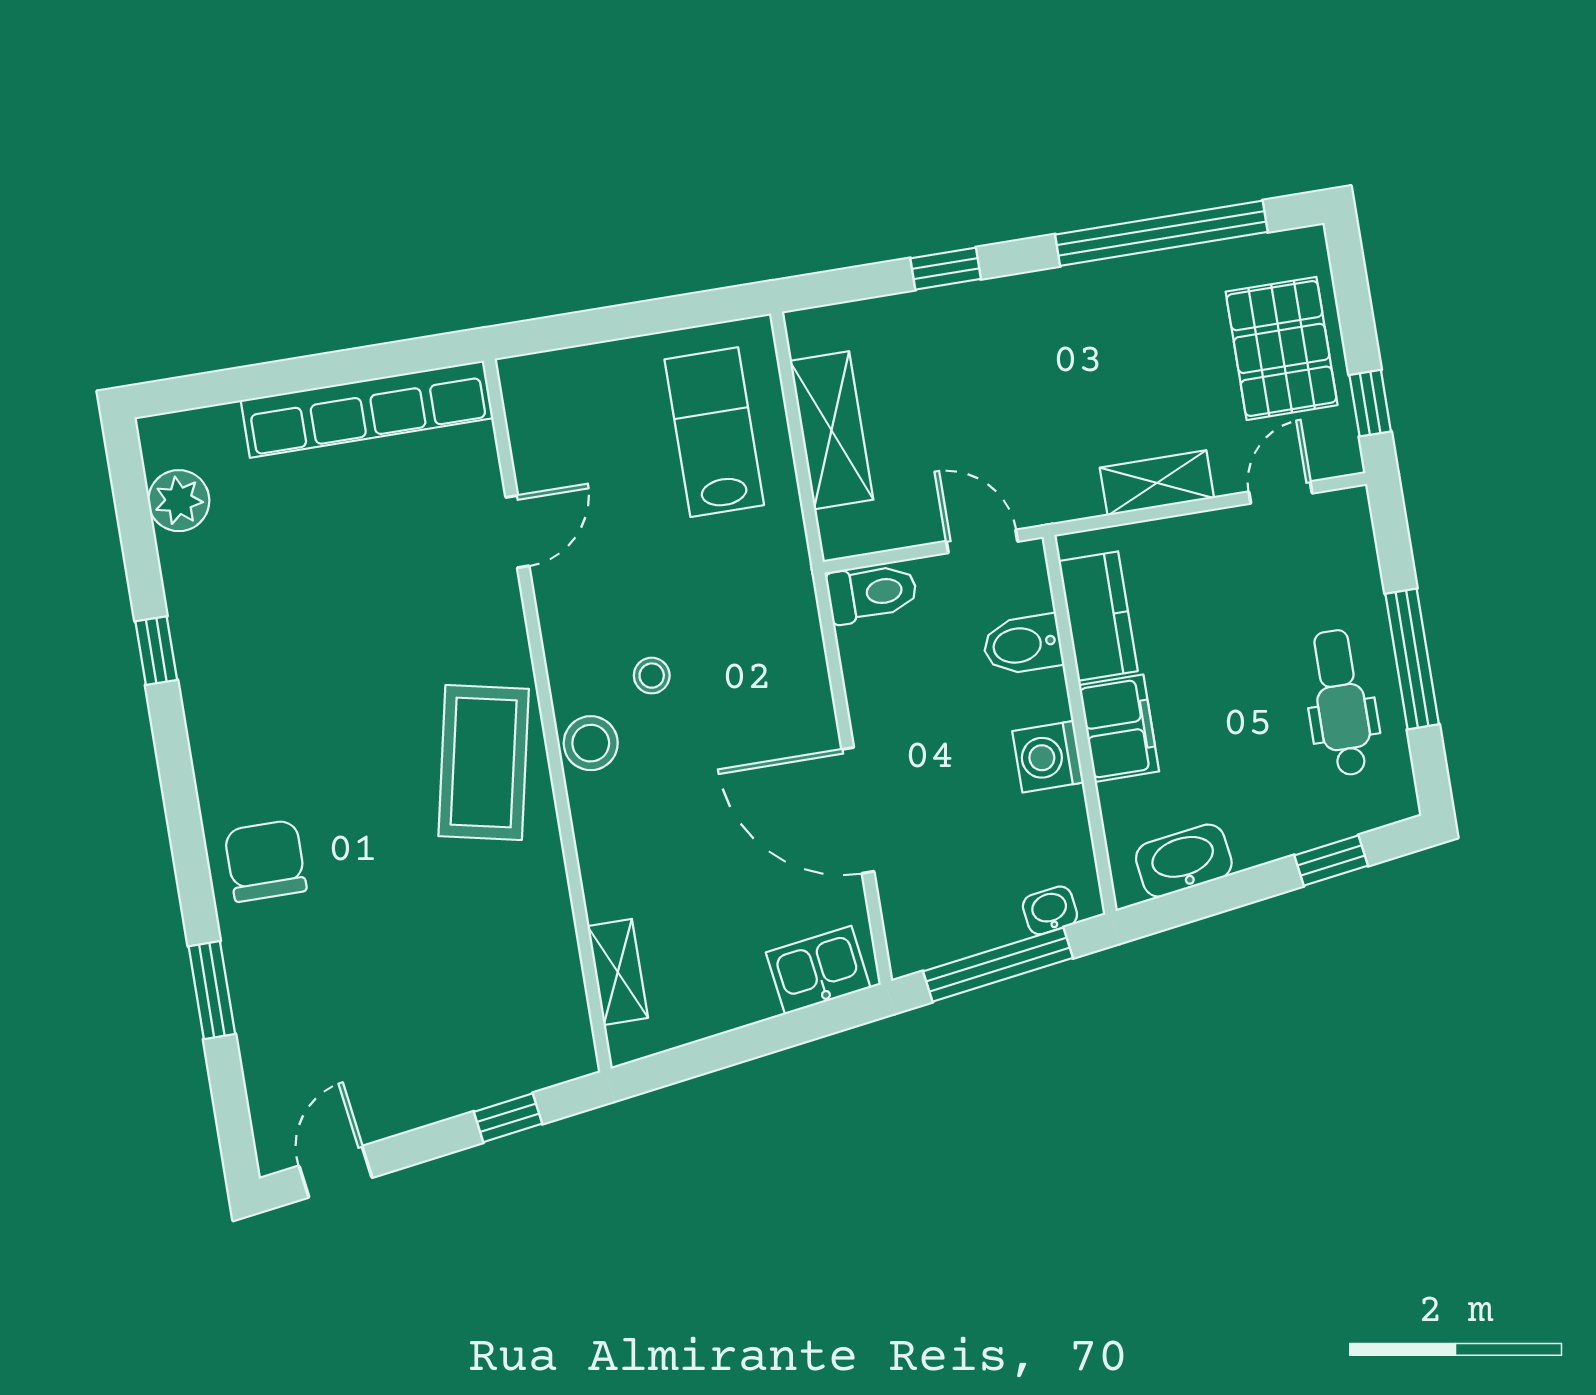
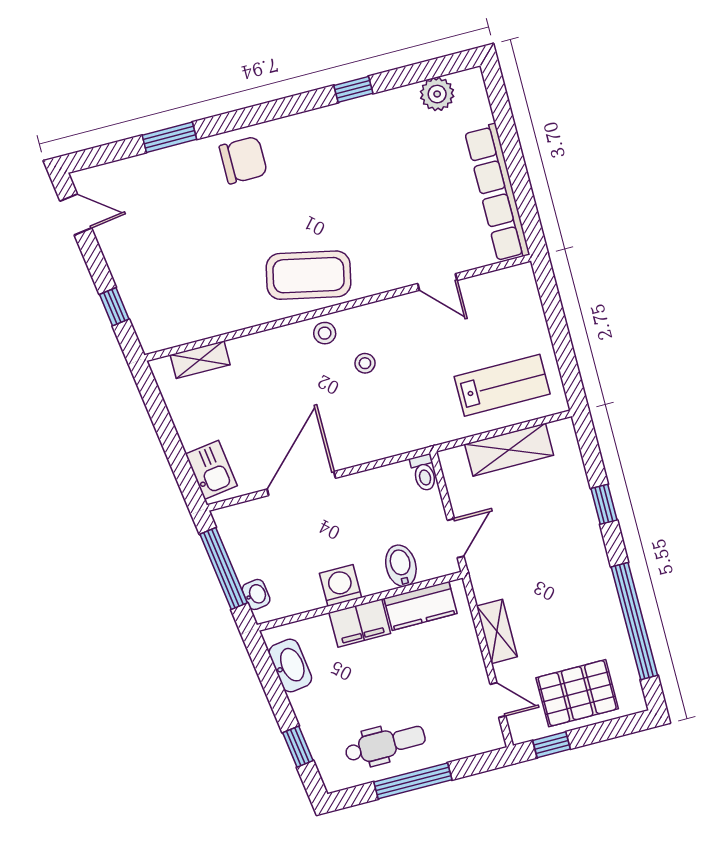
toilet: (872, 593) -> (424, 473), width x0.73, depth x0.72
stool: (591, 743) -> (325, 333), width x0.73, depth x0.73

